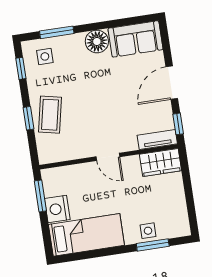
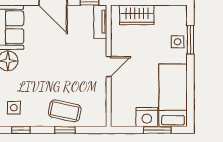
wardrobe: (160, 163) -> (137, 15), moved, turned 90
window: (40, 196) -> (157, 130), moved

